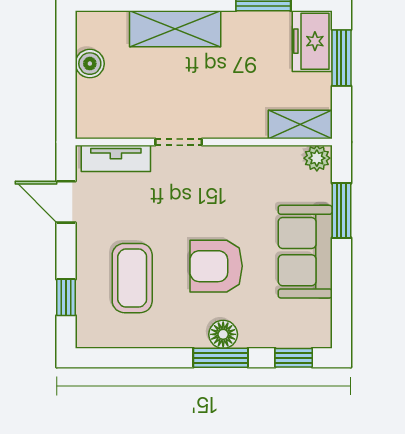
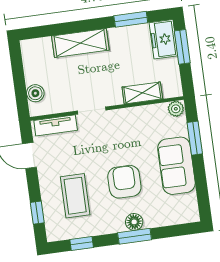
boiler: (90, 64) -> (35, 93), moved
shelving: (300, 125) -> (142, 93), moved
armchair: (216, 266) -> (124, 182), turned 90
window: (294, 358) -> (82, 243), moved

